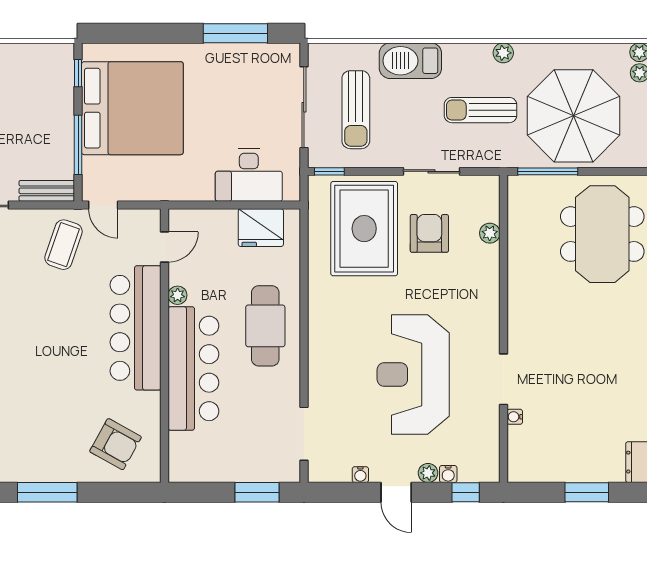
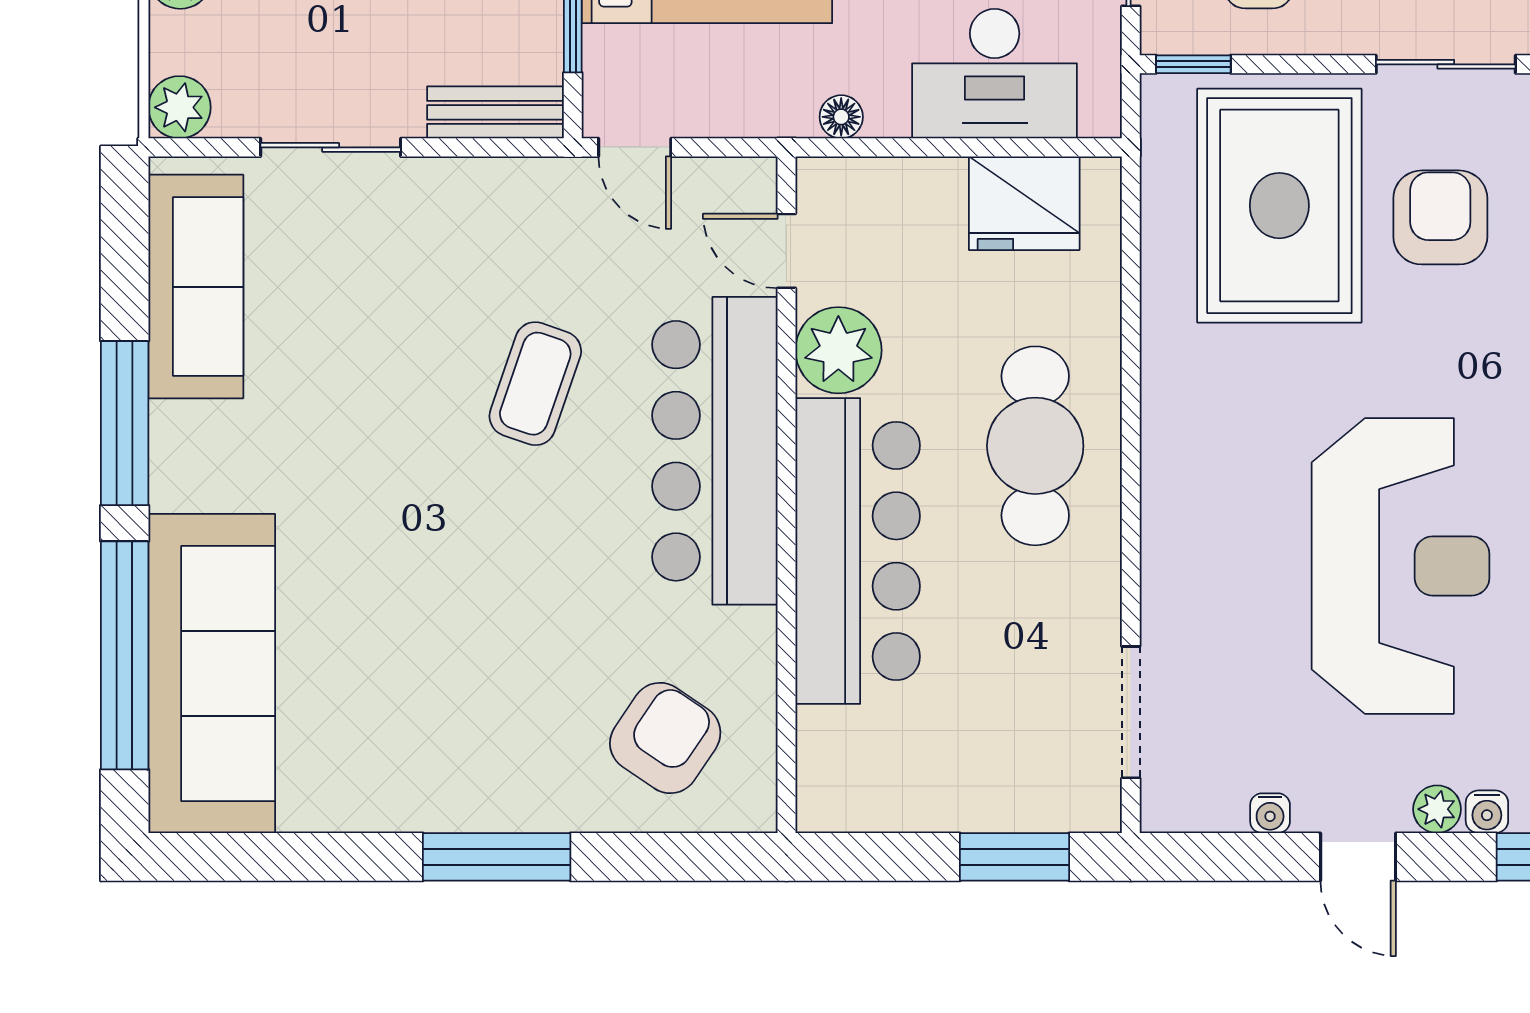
floor lamp: (187, 193) -> (841, 117), added
coffee table: (64, 245) -> (535, 384), moved
door: (165, 247) -> (786, 251), swing flipped
plant: (178, 295) -> (838, 350), width x1.87, depth x1.87
reception desk: (413, 374) -> (1401, 566), turned 180
armchair: (115, 444) -> (665, 738), turned -85

